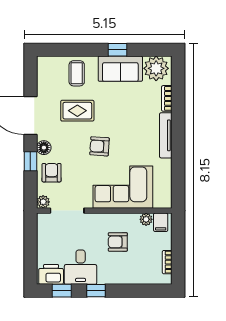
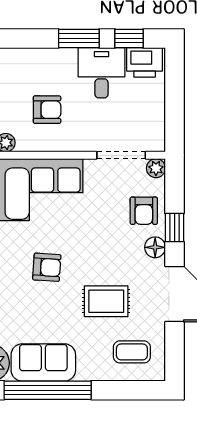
window: (117, 50) -> (48, 390), width x3.17
coffee table: (77, 73) -> (132, 352), moved, turned 90
armchair: (100, 146) -> (47, 267), moved
window: (96, 291) -> (79, 38), width x1.50

